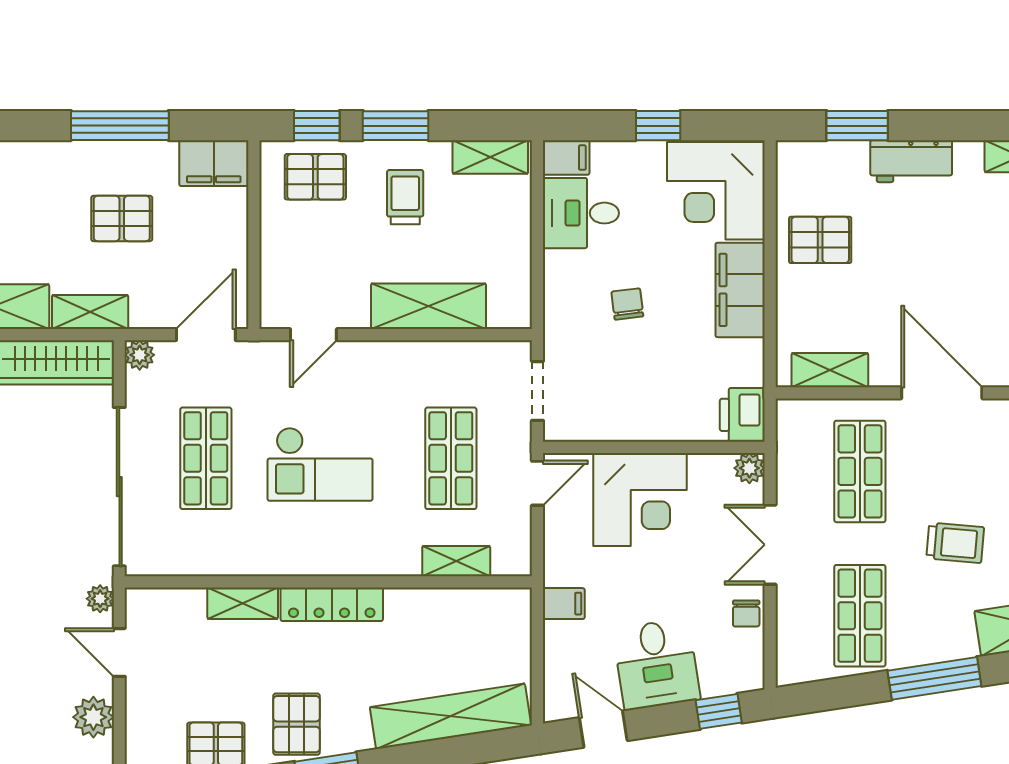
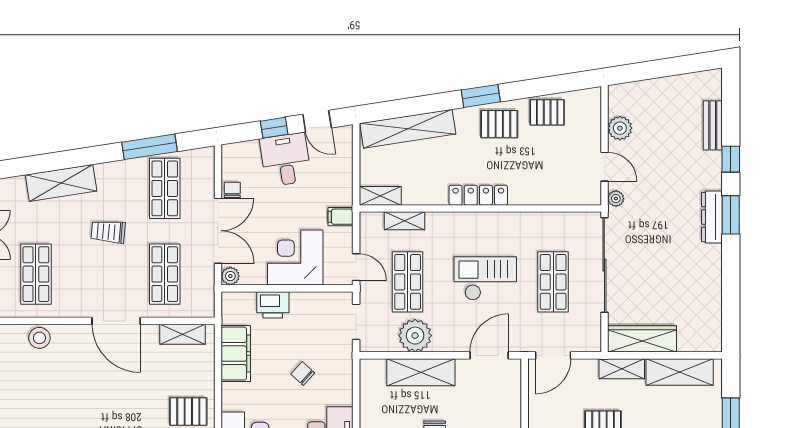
filing cabinet: (740, 290) -> (236, 354), moved
chair: (627, 304) -> (303, 374), turned 139
door: (313, 335) -> (489, 355), width x1.38
plant: (140, 355) -> (415, 336), moved, width x1.87, depth x1.87
printer: (742, 415) -> (273, 305), moved, turned 90
door: (537, 483) -> (356, 267), swing flipped
double door: (770, 545) -> (218, 231), width x1.37
shelving: (243, 603) -> (380, 196), moved
filing cabinet: (564, 604) -> (341, 217), moved
window: (934, 678) -> (149, 147), moved
window: (719, 711) -> (274, 128), moved
pallet: (296, 724) -> (499, 124), turned 90

